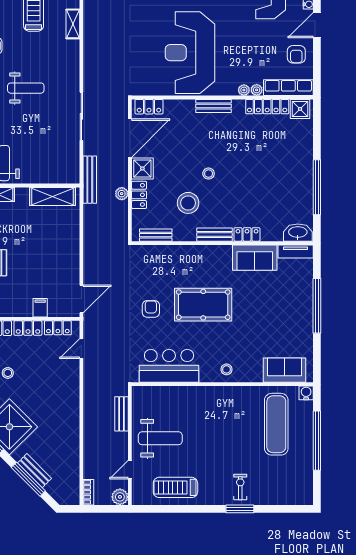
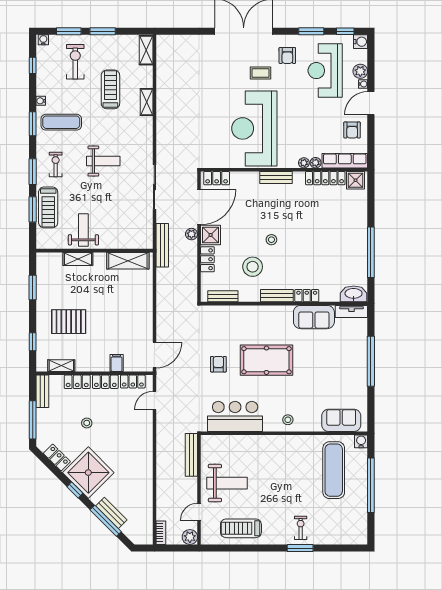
plant: (122, 194) -> (191, 234), moved
bench: (122, 414) -> (191, 455), width x1.36

